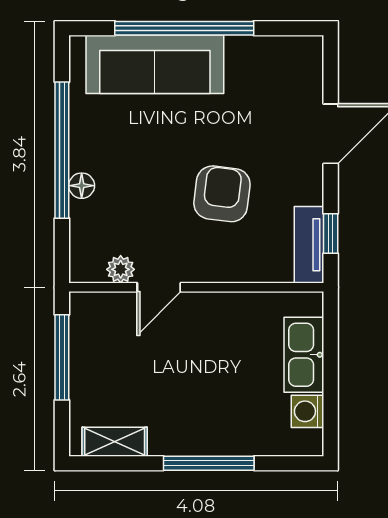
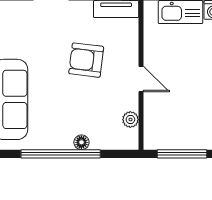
door: (159, 287) -> (141, 79), moved

